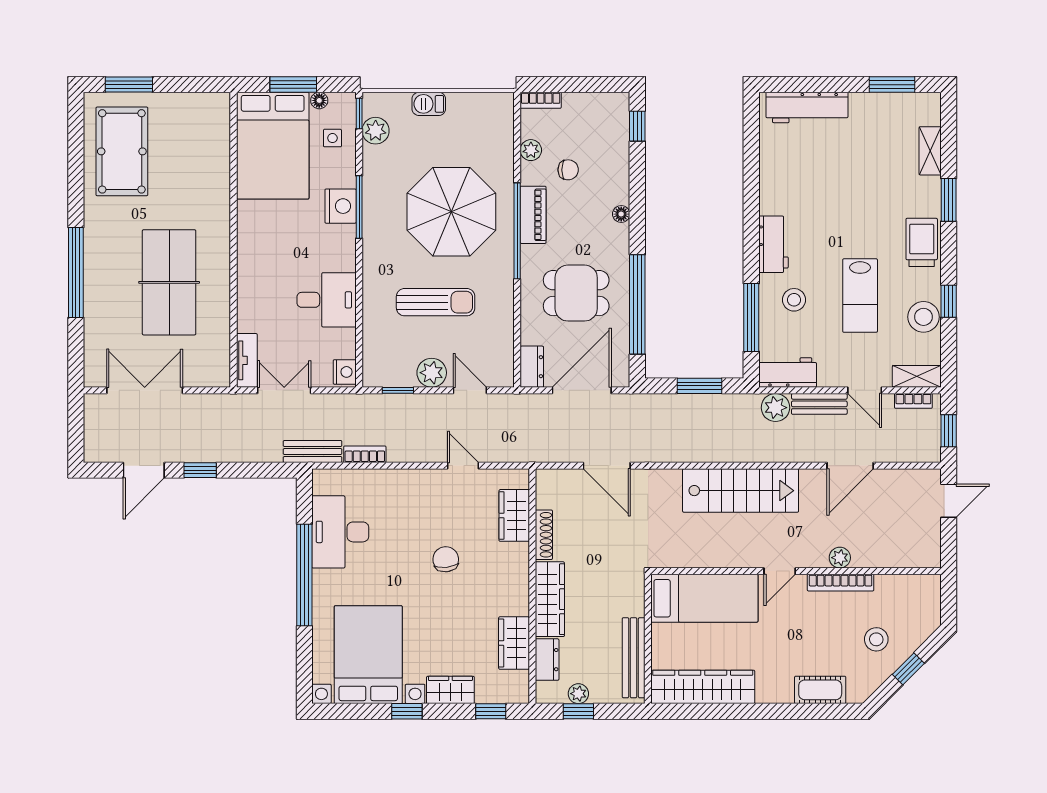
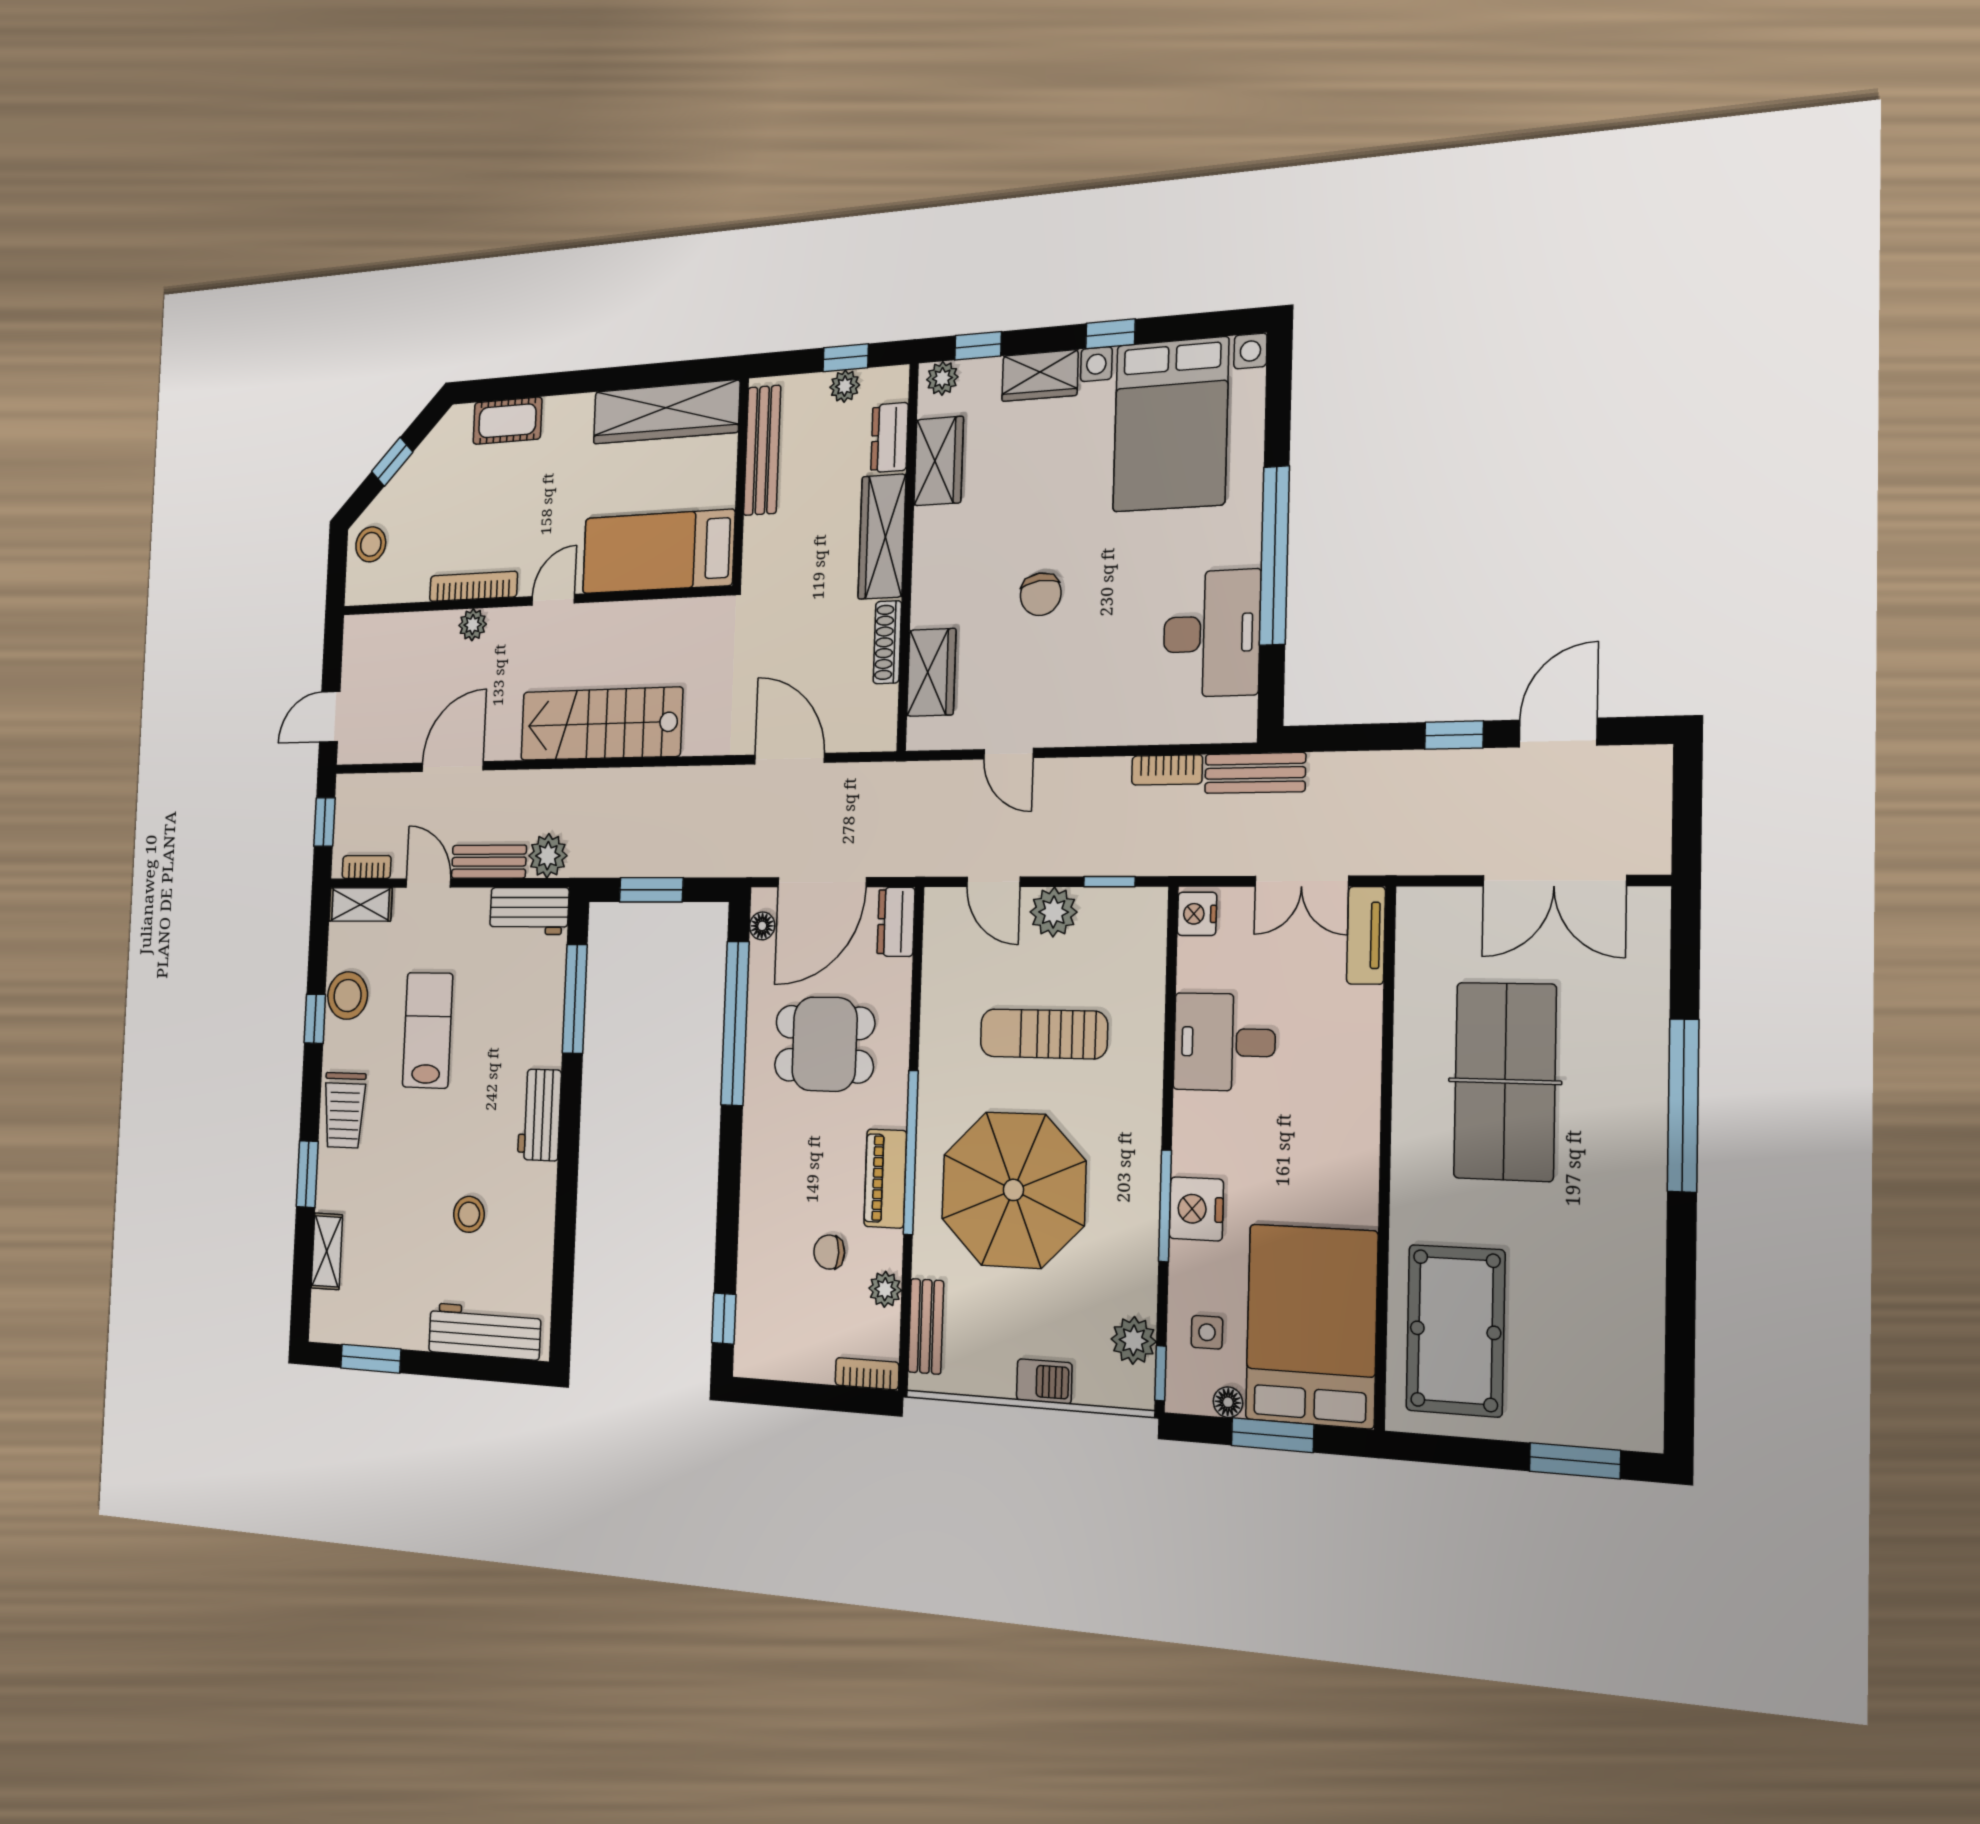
bench: (504, 130) -> (926, 1326), added
pool table: (122, 151) -> (1455, 1330), moved
floor lamp: (621, 214) -> (762, 926), moved
stool: (794, 300) -> (469, 1214), moved
stool: (876, 639) -> (371, 544), moved
plant: (513, 693) -> (942, 378), added

